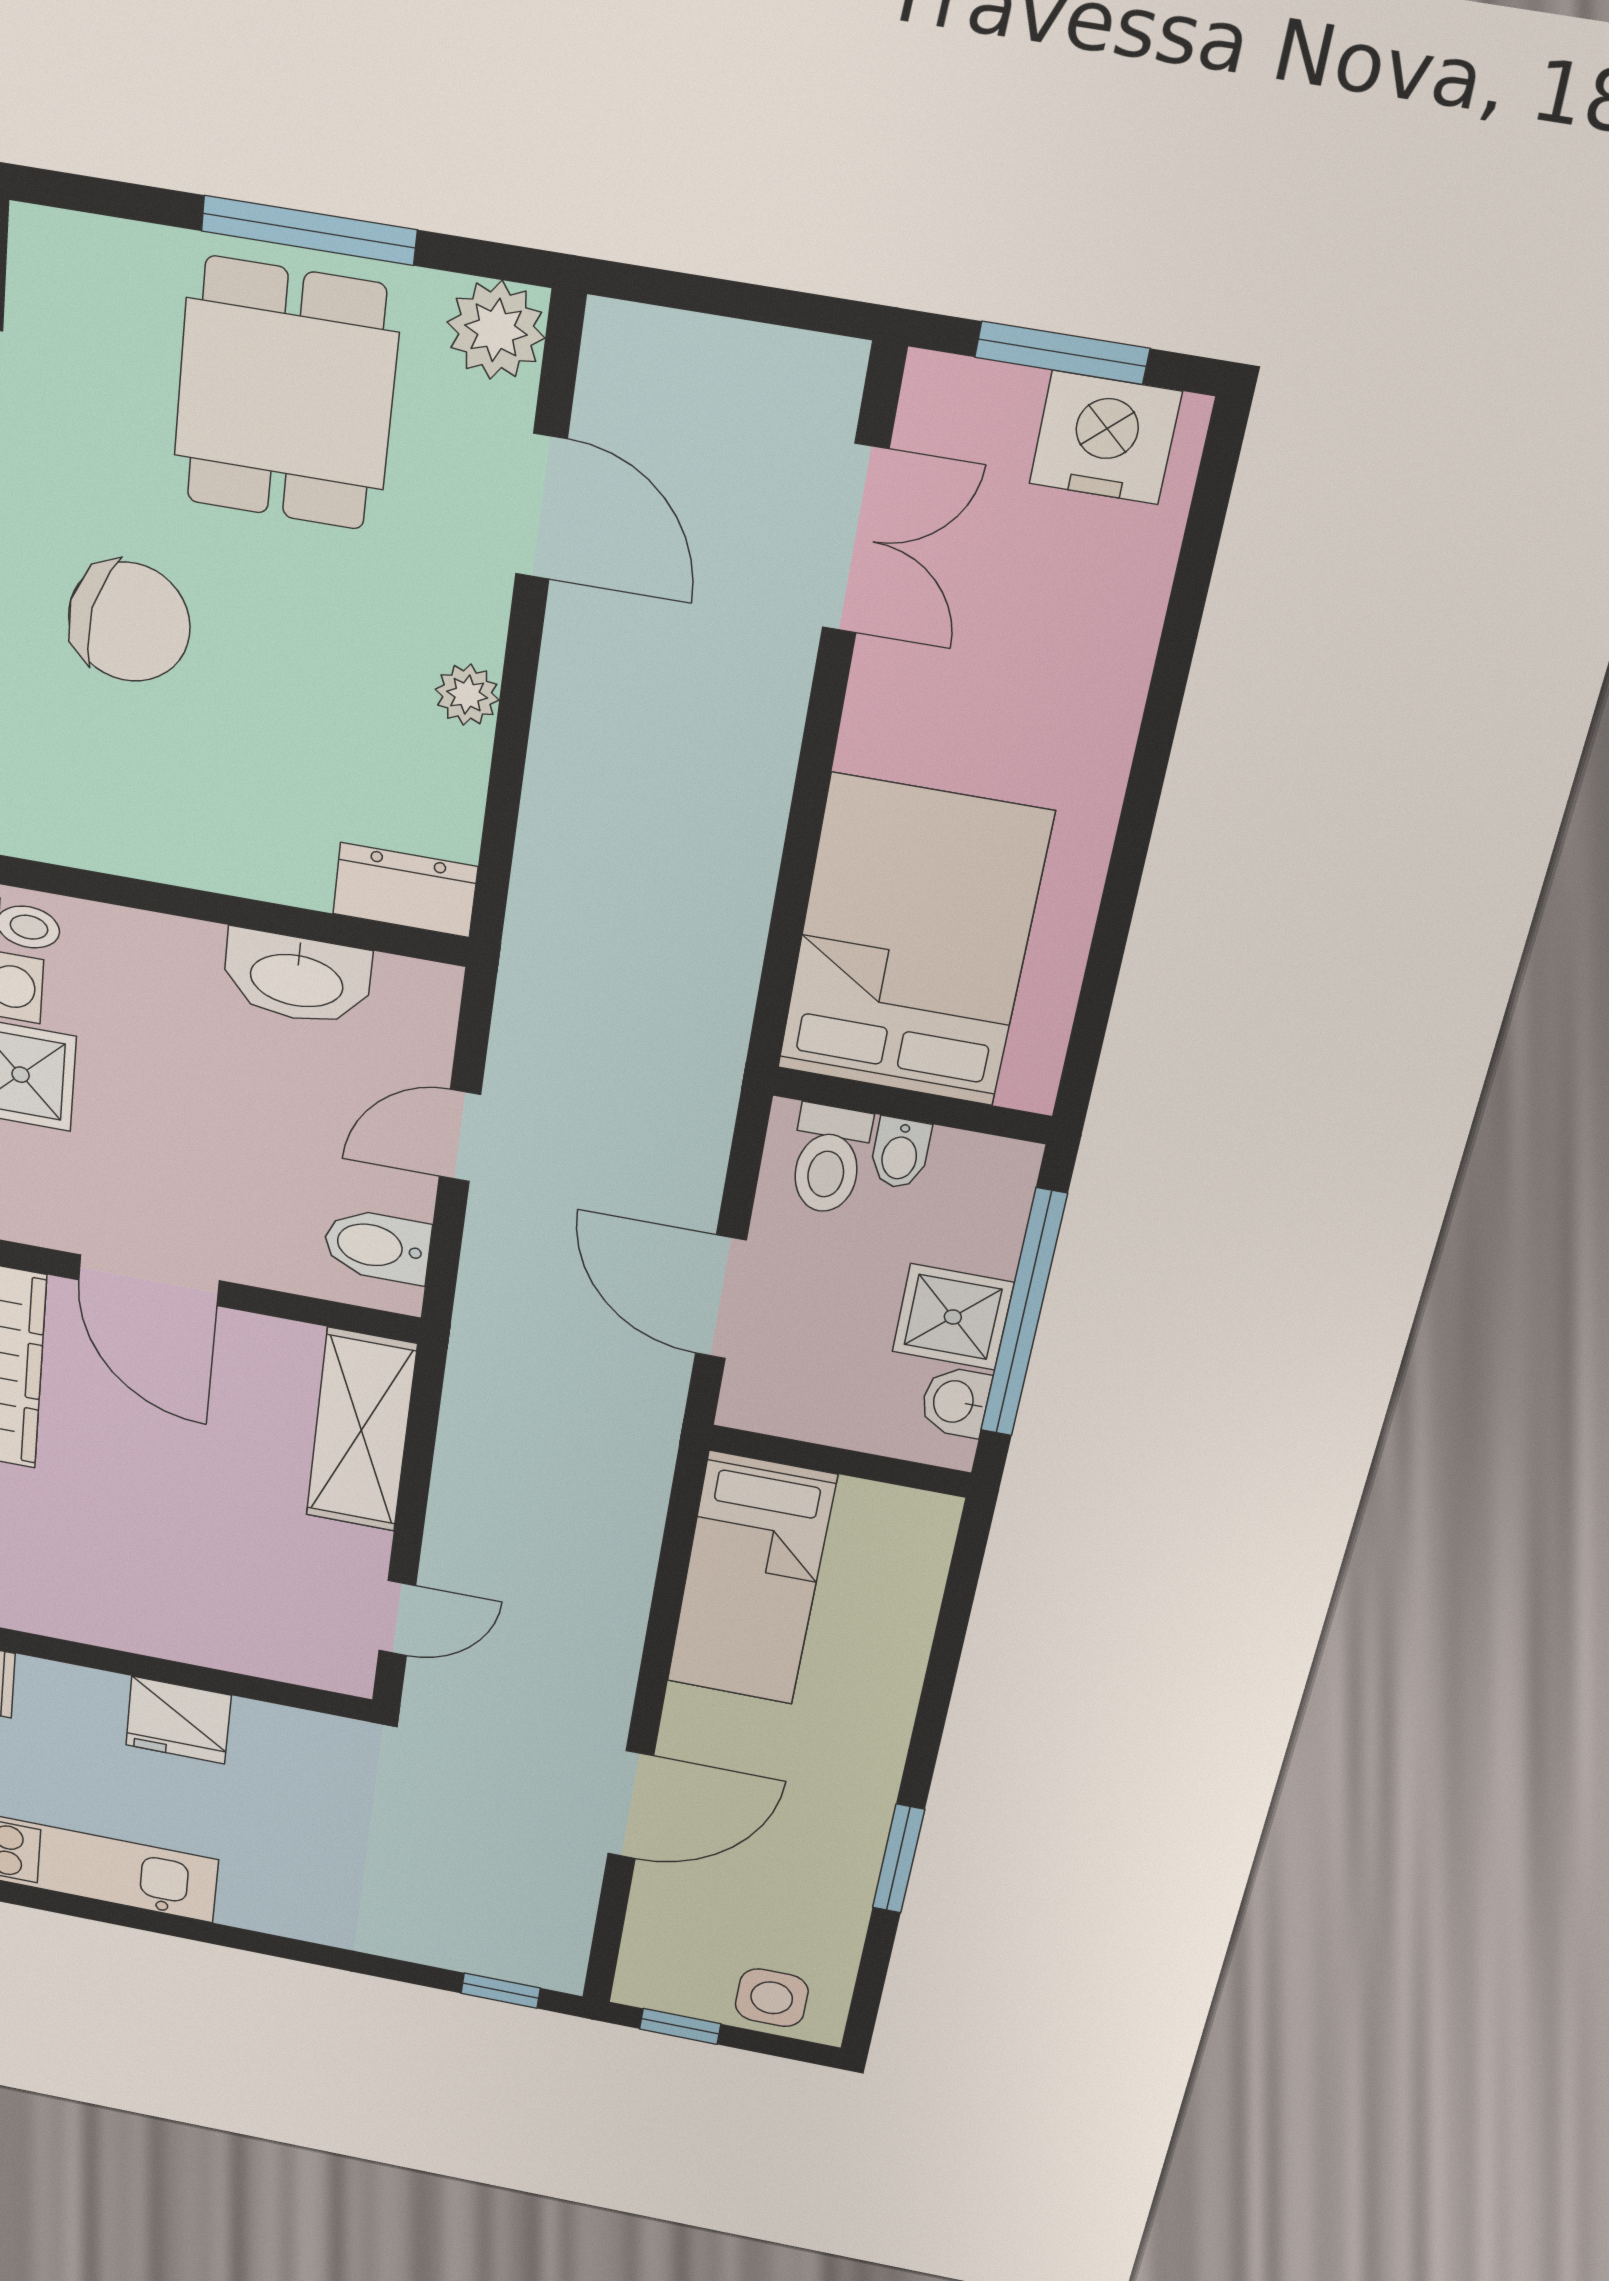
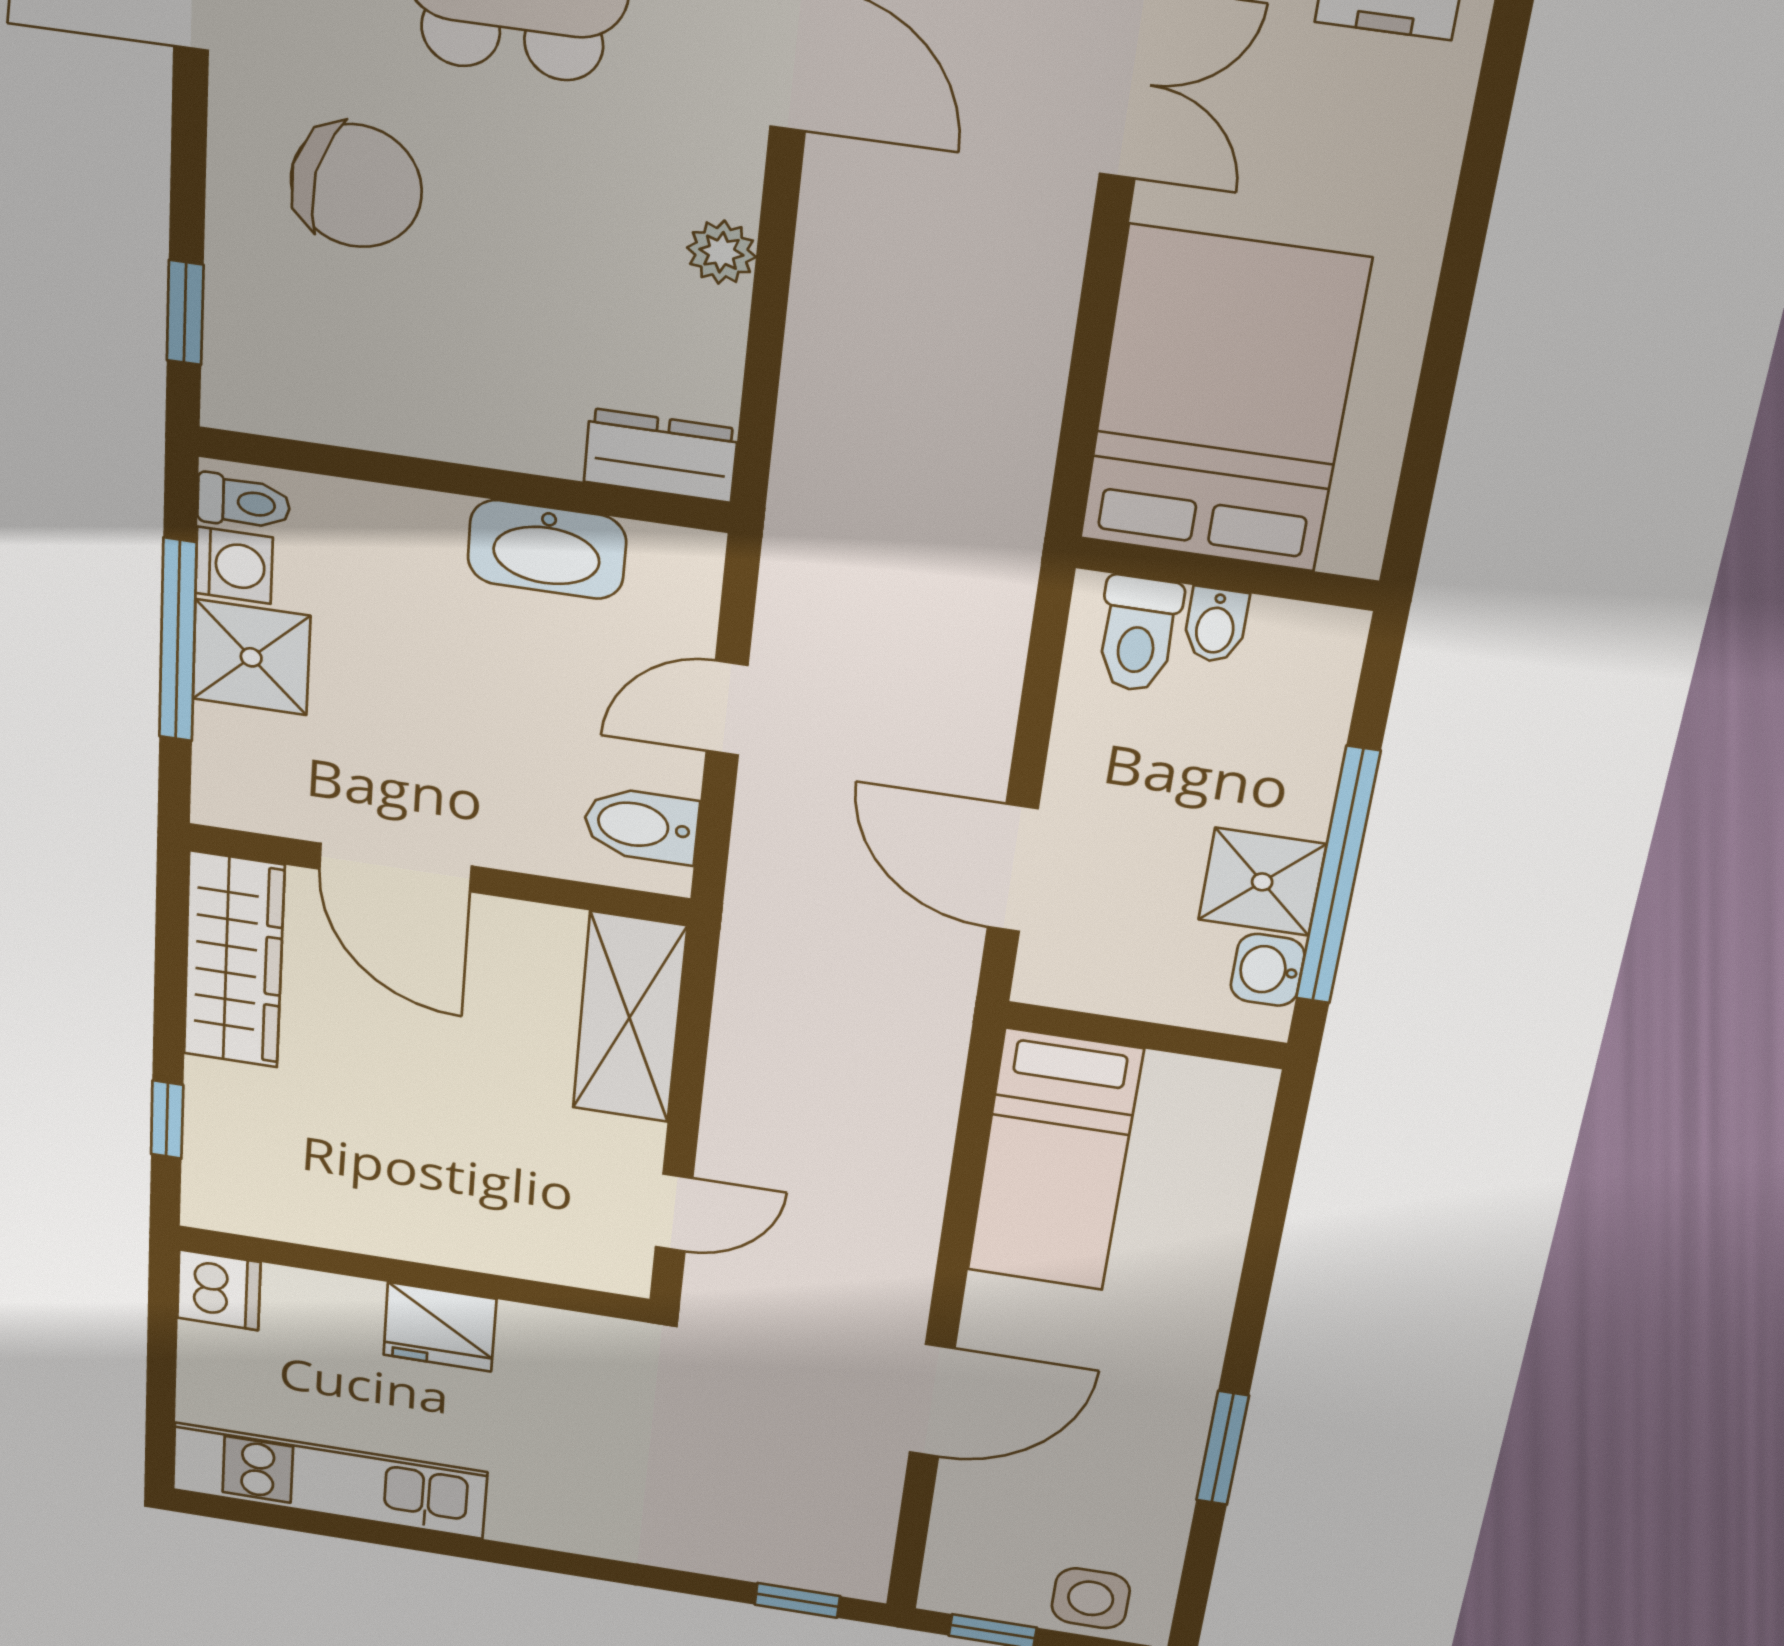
bed: (913, 942) -> (1223, 401), moved
wall: (912, 1106) -> (1227, 574), moved
bidet: (900, 1153) -> (1216, 625), moved
toilet: (829, 1160) -> (1138, 634), moved

